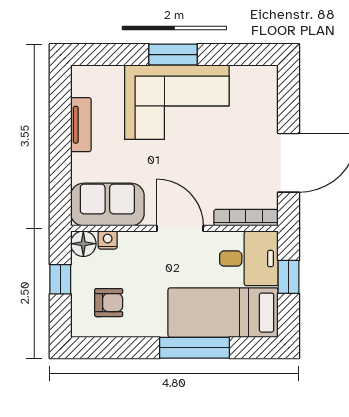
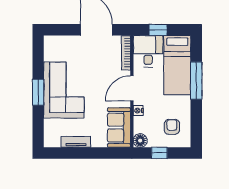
nightstand: (108, 240) -> (138, 111), moved

